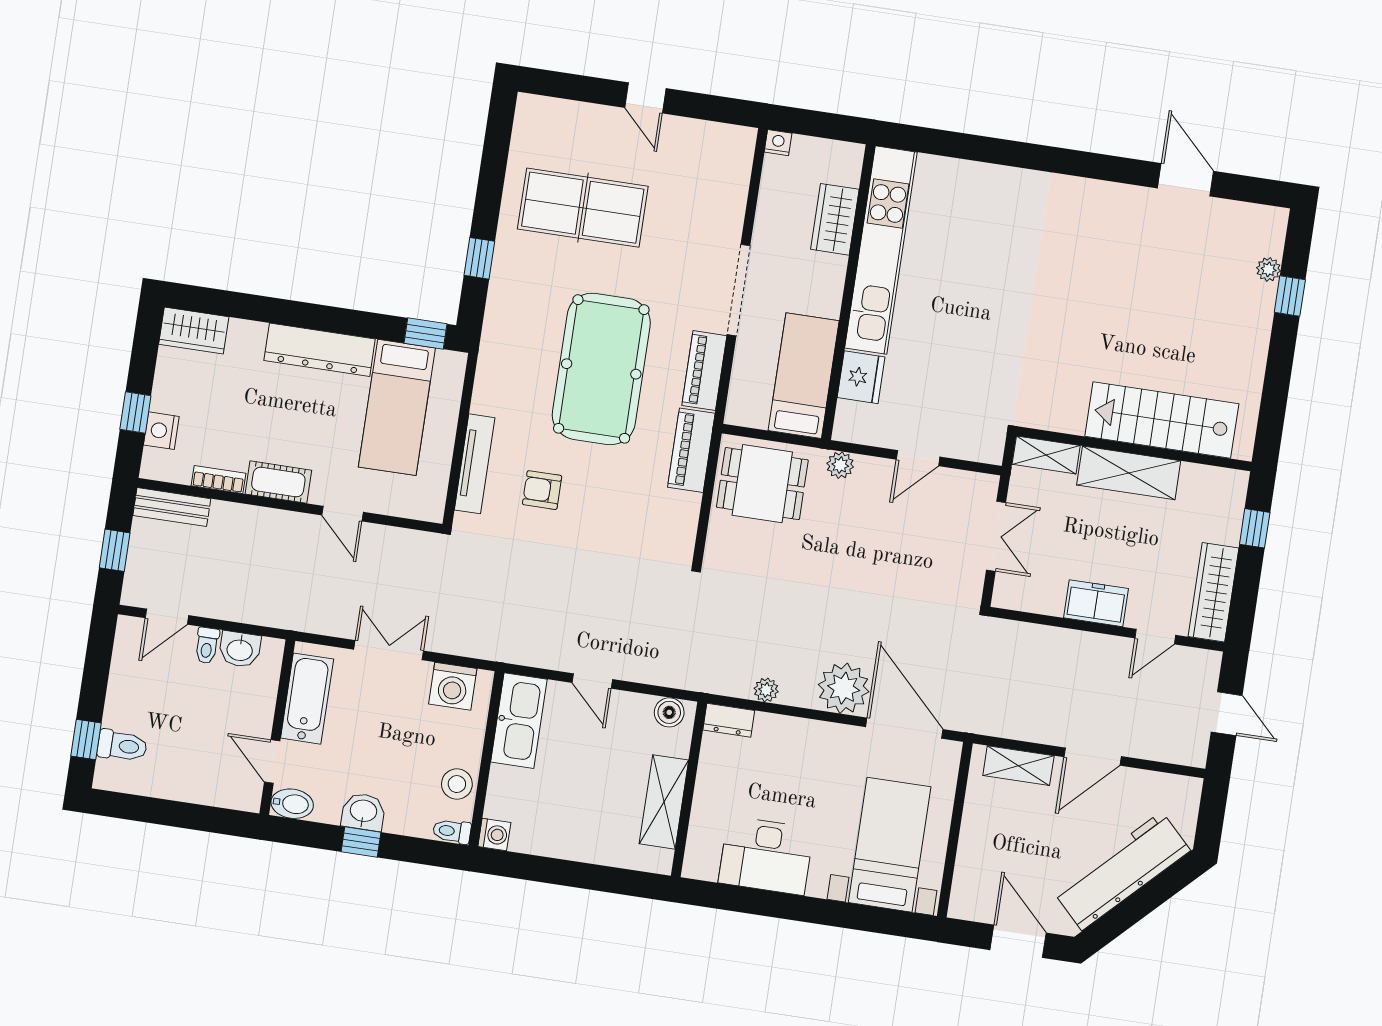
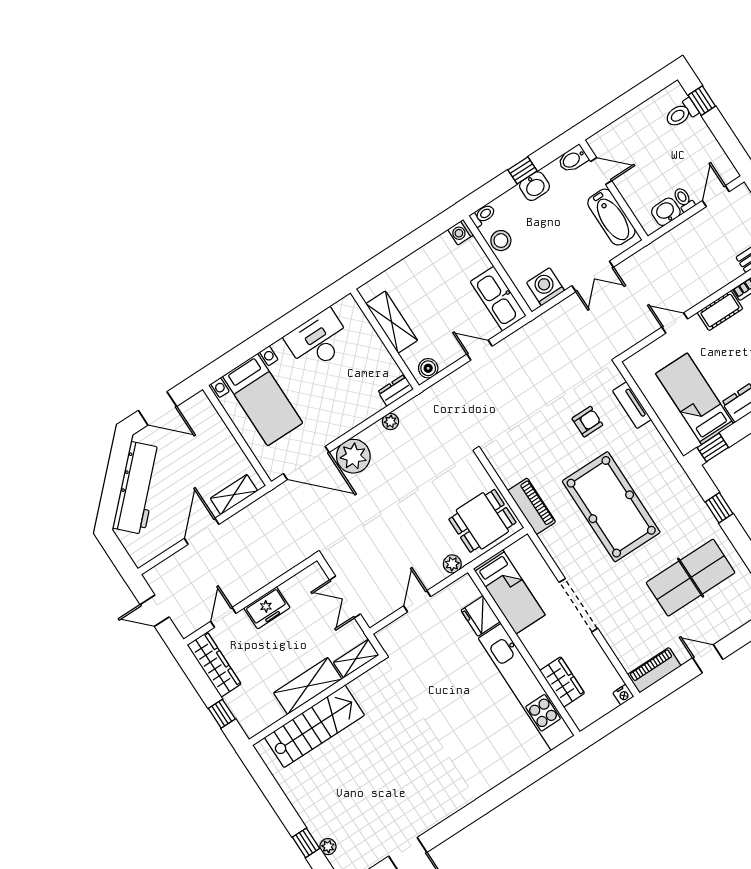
piano: (704, 371) -> (654, 670), moved, turned -90
tv unit: (475, 464) -> (632, 405), width x0.71

